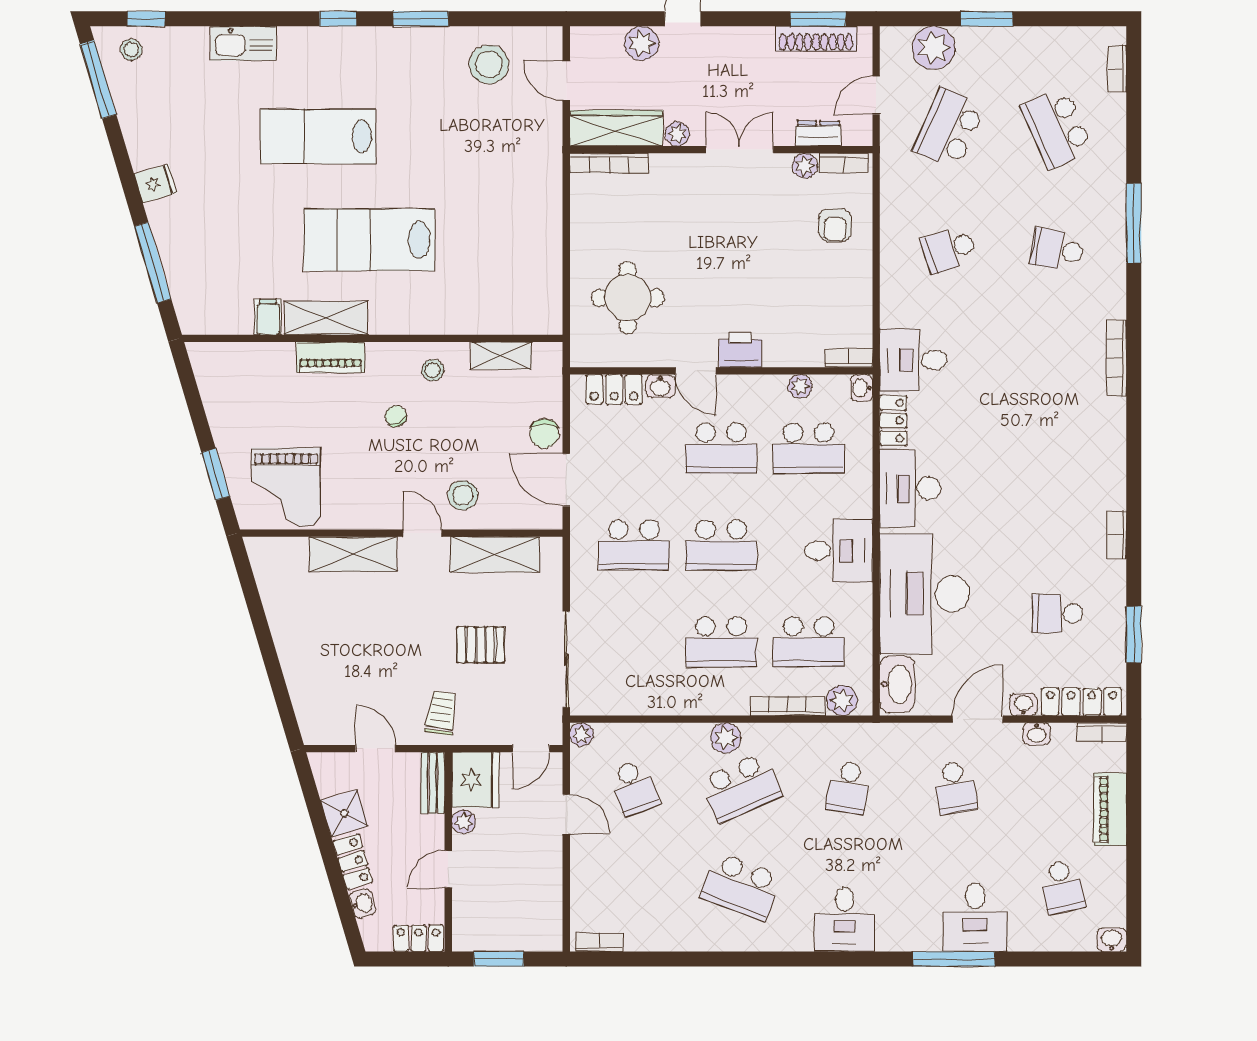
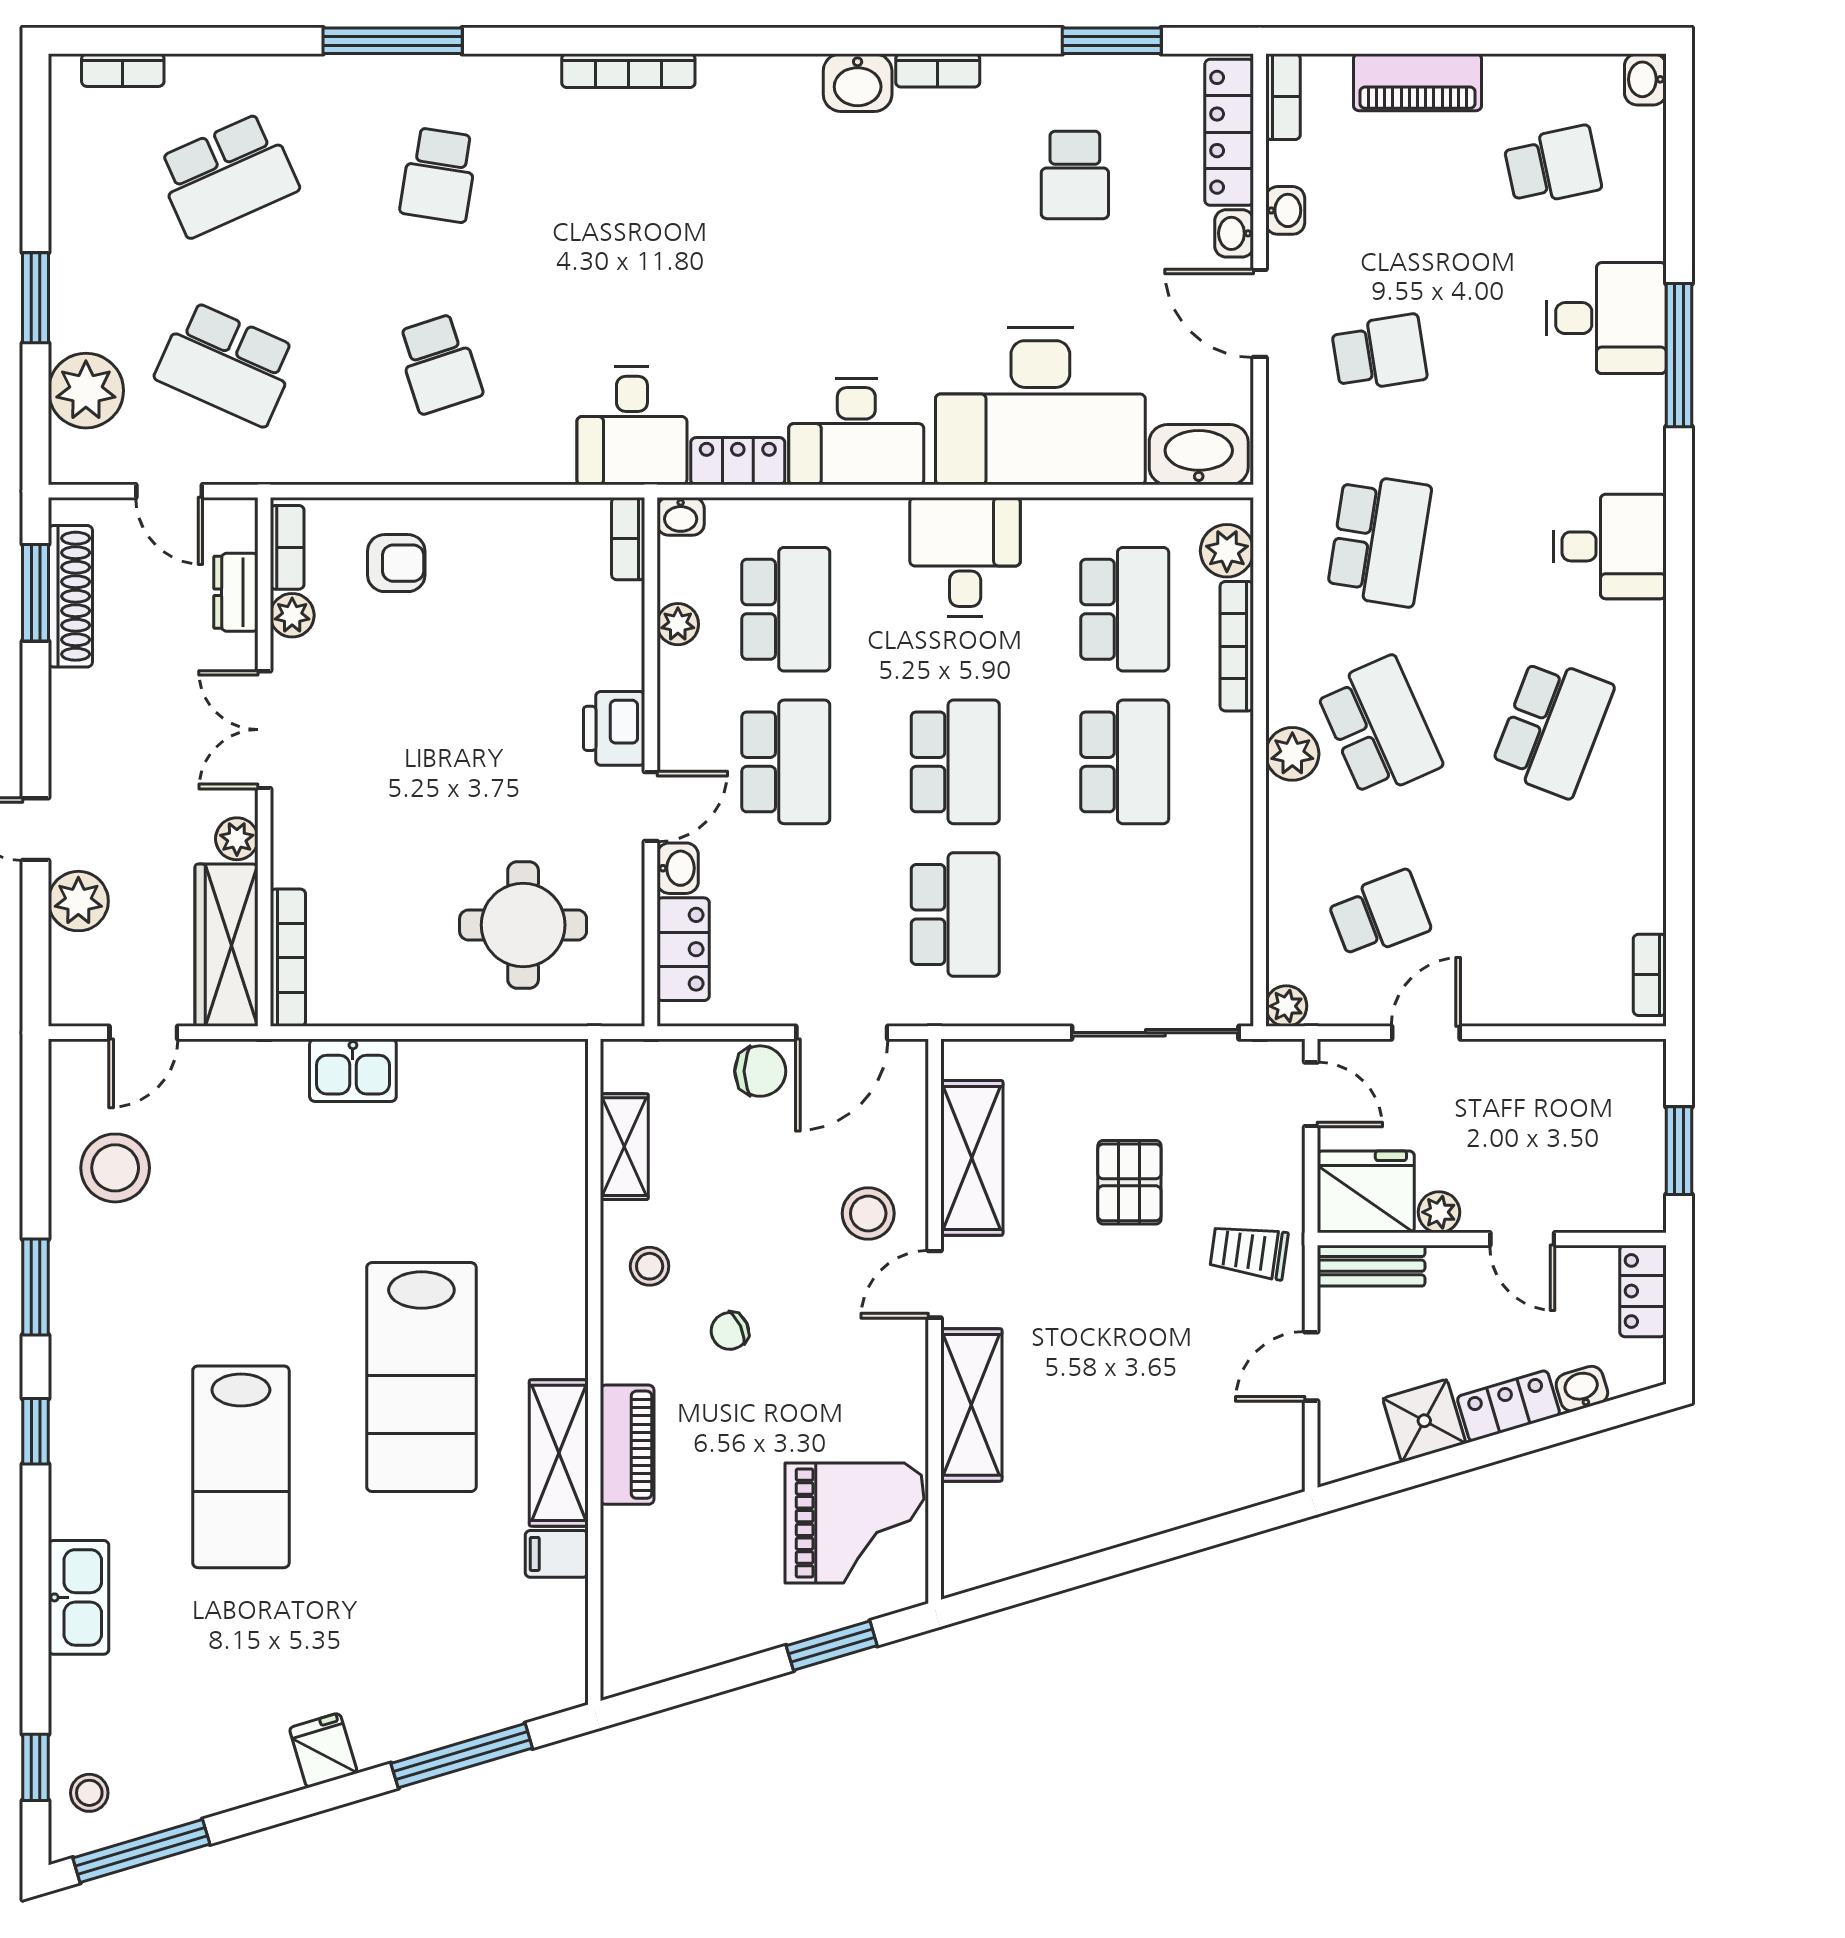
kitchen sink: (545, 200) -> (353, 1070), added
washbasin: (1110, 489) -> (858, 83), added
school desk: (848, 788) -> (1379, 540), width x1.85

